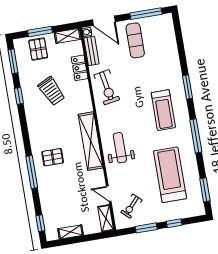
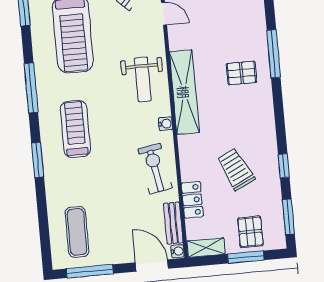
exercise mat: (135, 40) -> (77, 232), moved
water cooler: (102, 118) -> (166, 124), added

